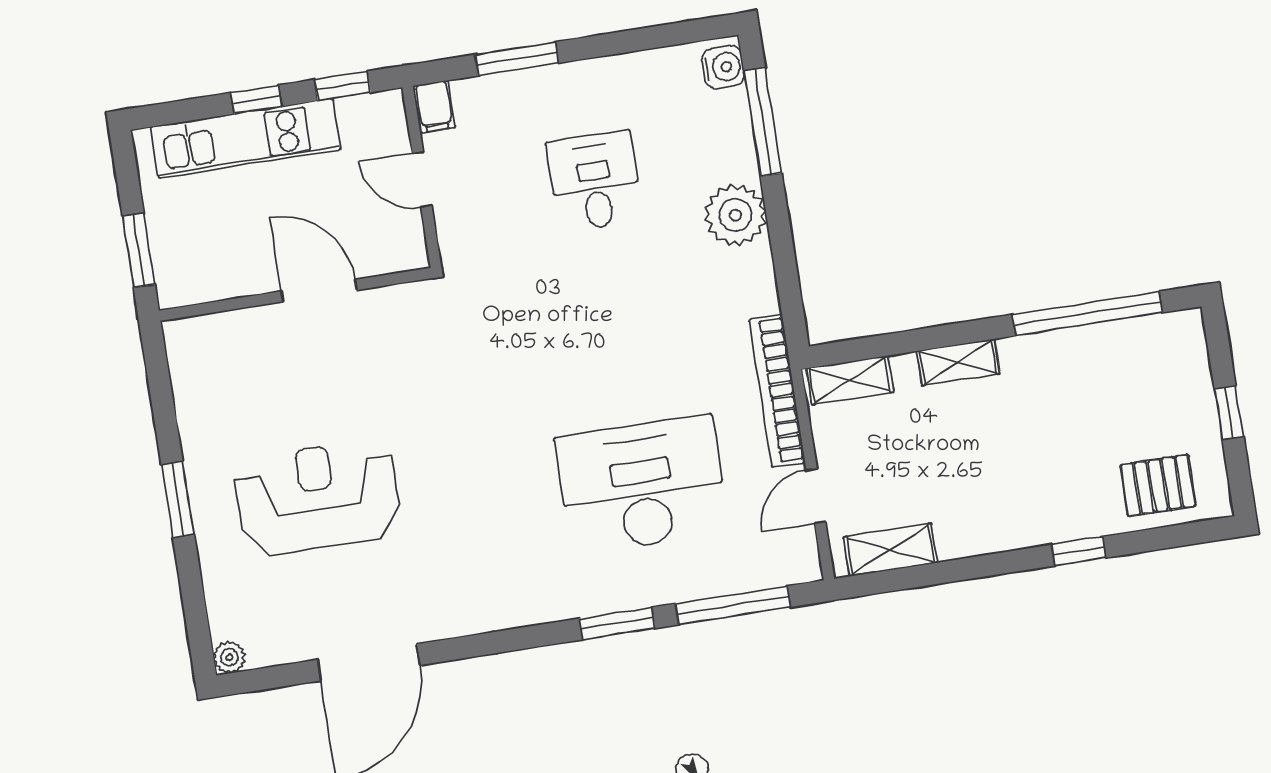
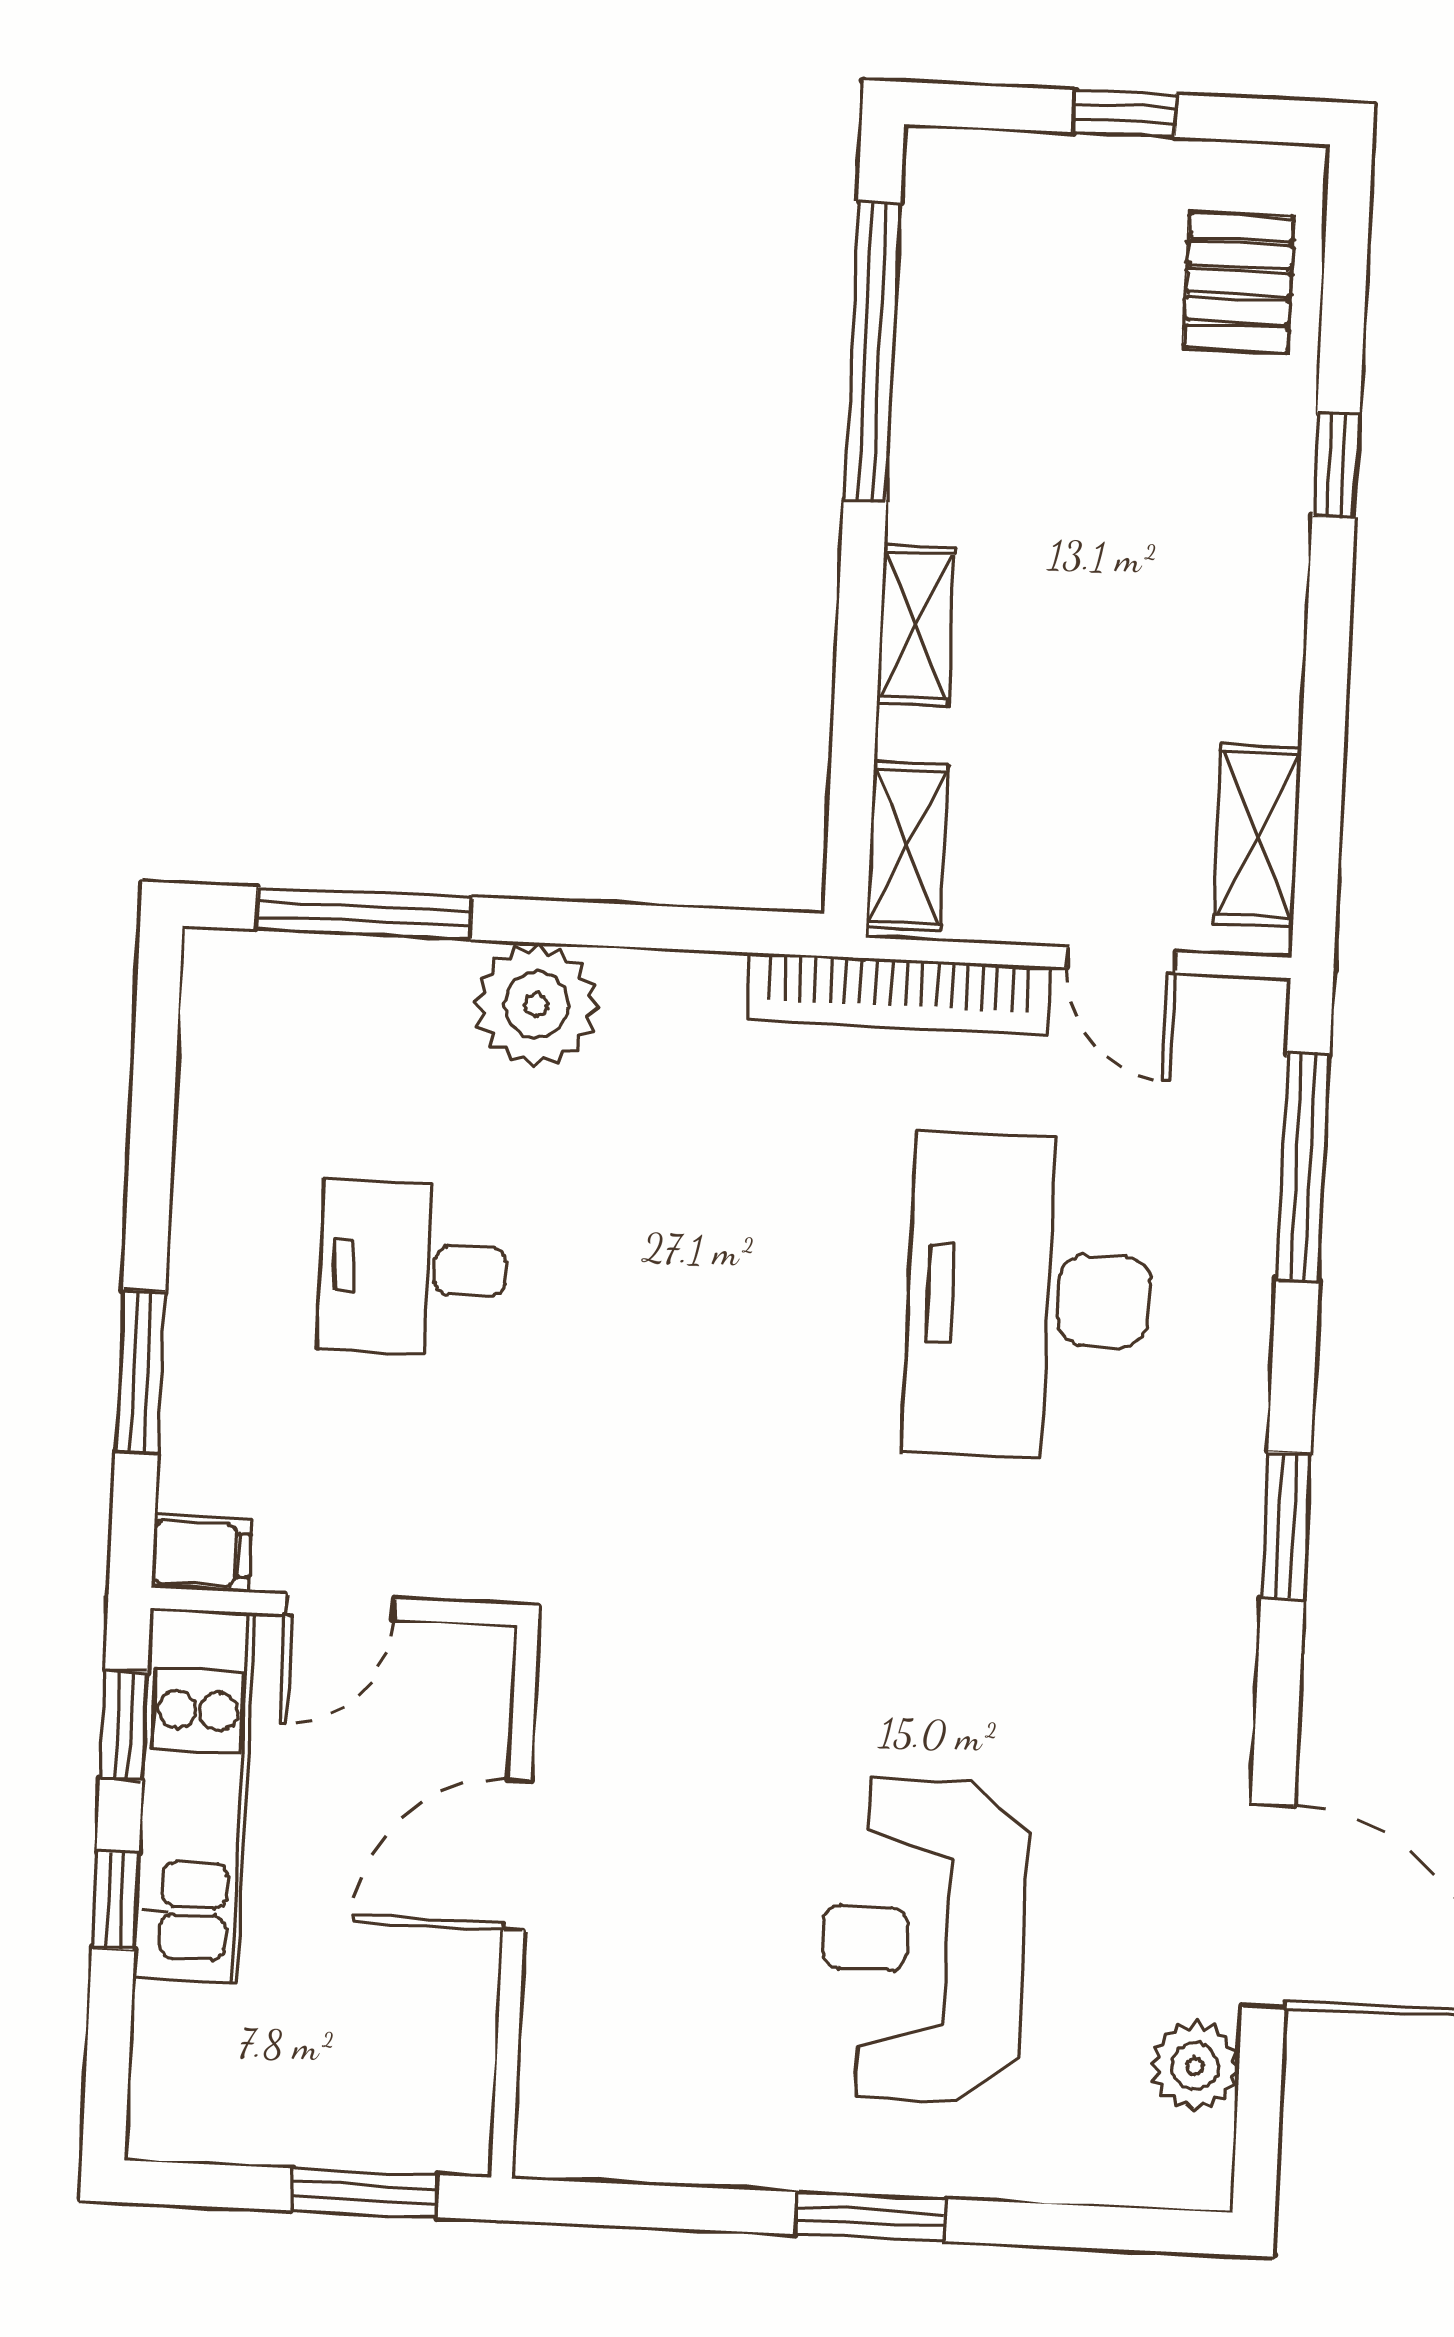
water cooler: (723, 67) -> (240, 969), removed
kitchen unit: (245, 138) -> (194, 1796), moved
window: (617, 623) -> (1286, 1526), moved
plant: (229, 657) -> (1195, 2066), moved, width x1.38, depth x1.38

